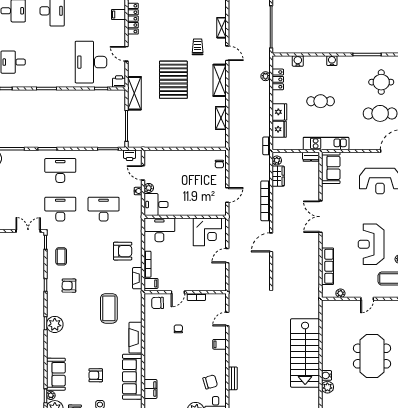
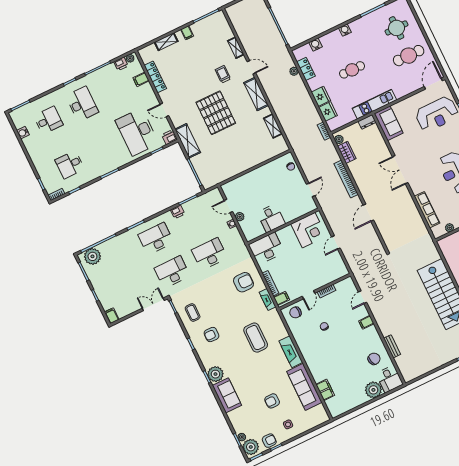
printer: (130, 155) -> (178, 212), moved
desk: (156, 205) -> (271, 218), moved, turned -90
sofa: (56, 374) -> (227, 395), moved

